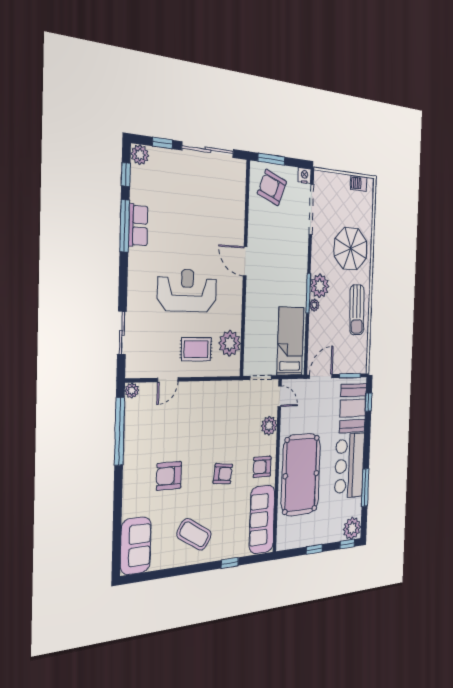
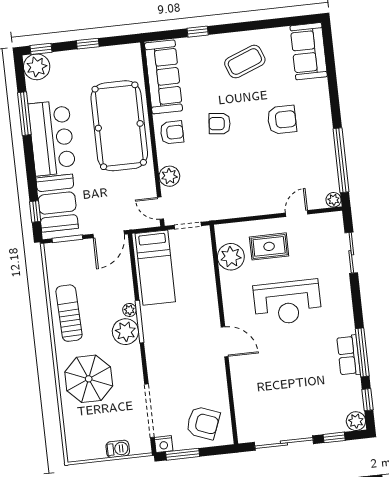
window: (271, 159) -> (183, 454), moved
barbecue: (359, 183) -> (118, 449), moved
coffee table: (194, 534) -> (245, 62), turned -53

